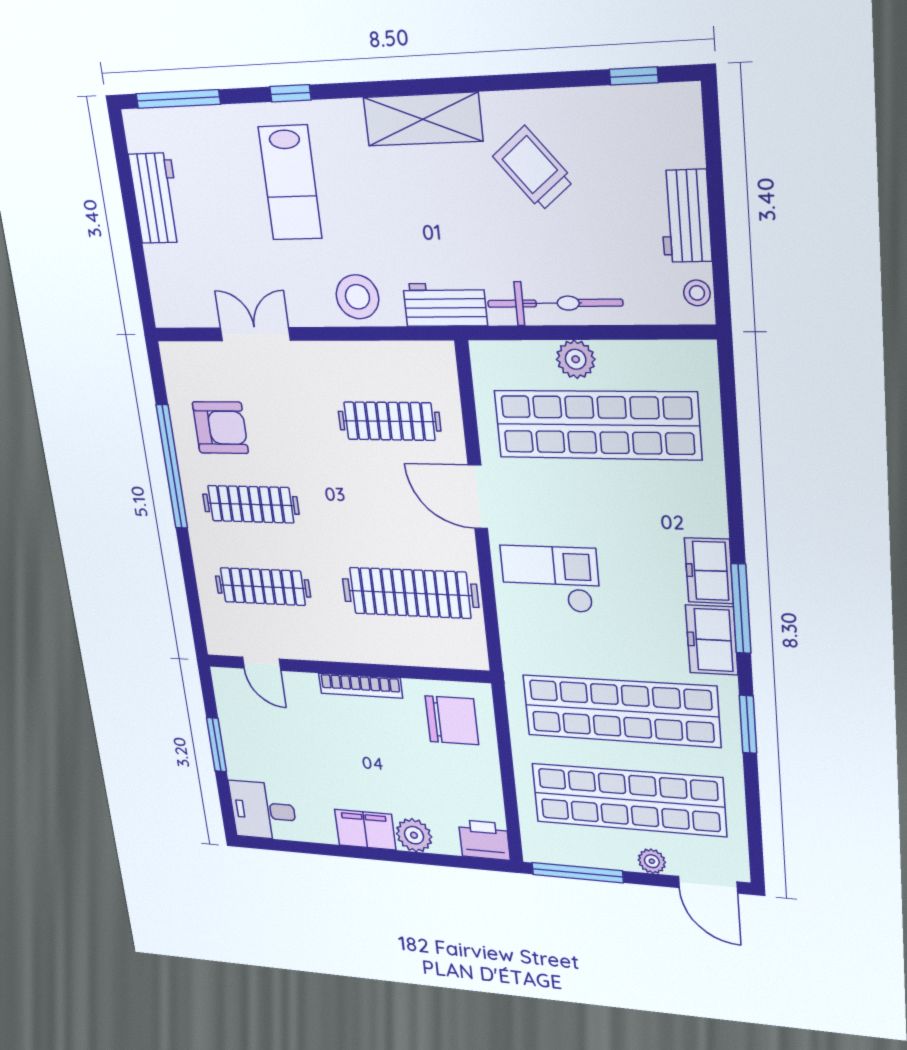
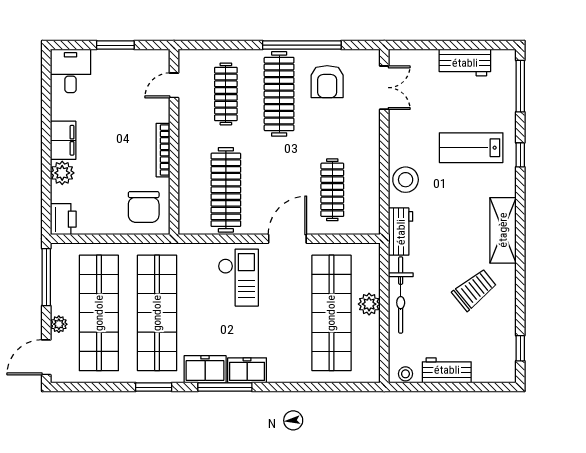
double door: (255, 334) -> (384, 88), moved
clothes rail: (251, 504) -> (279, 94), width x1.37, depth x1.31

